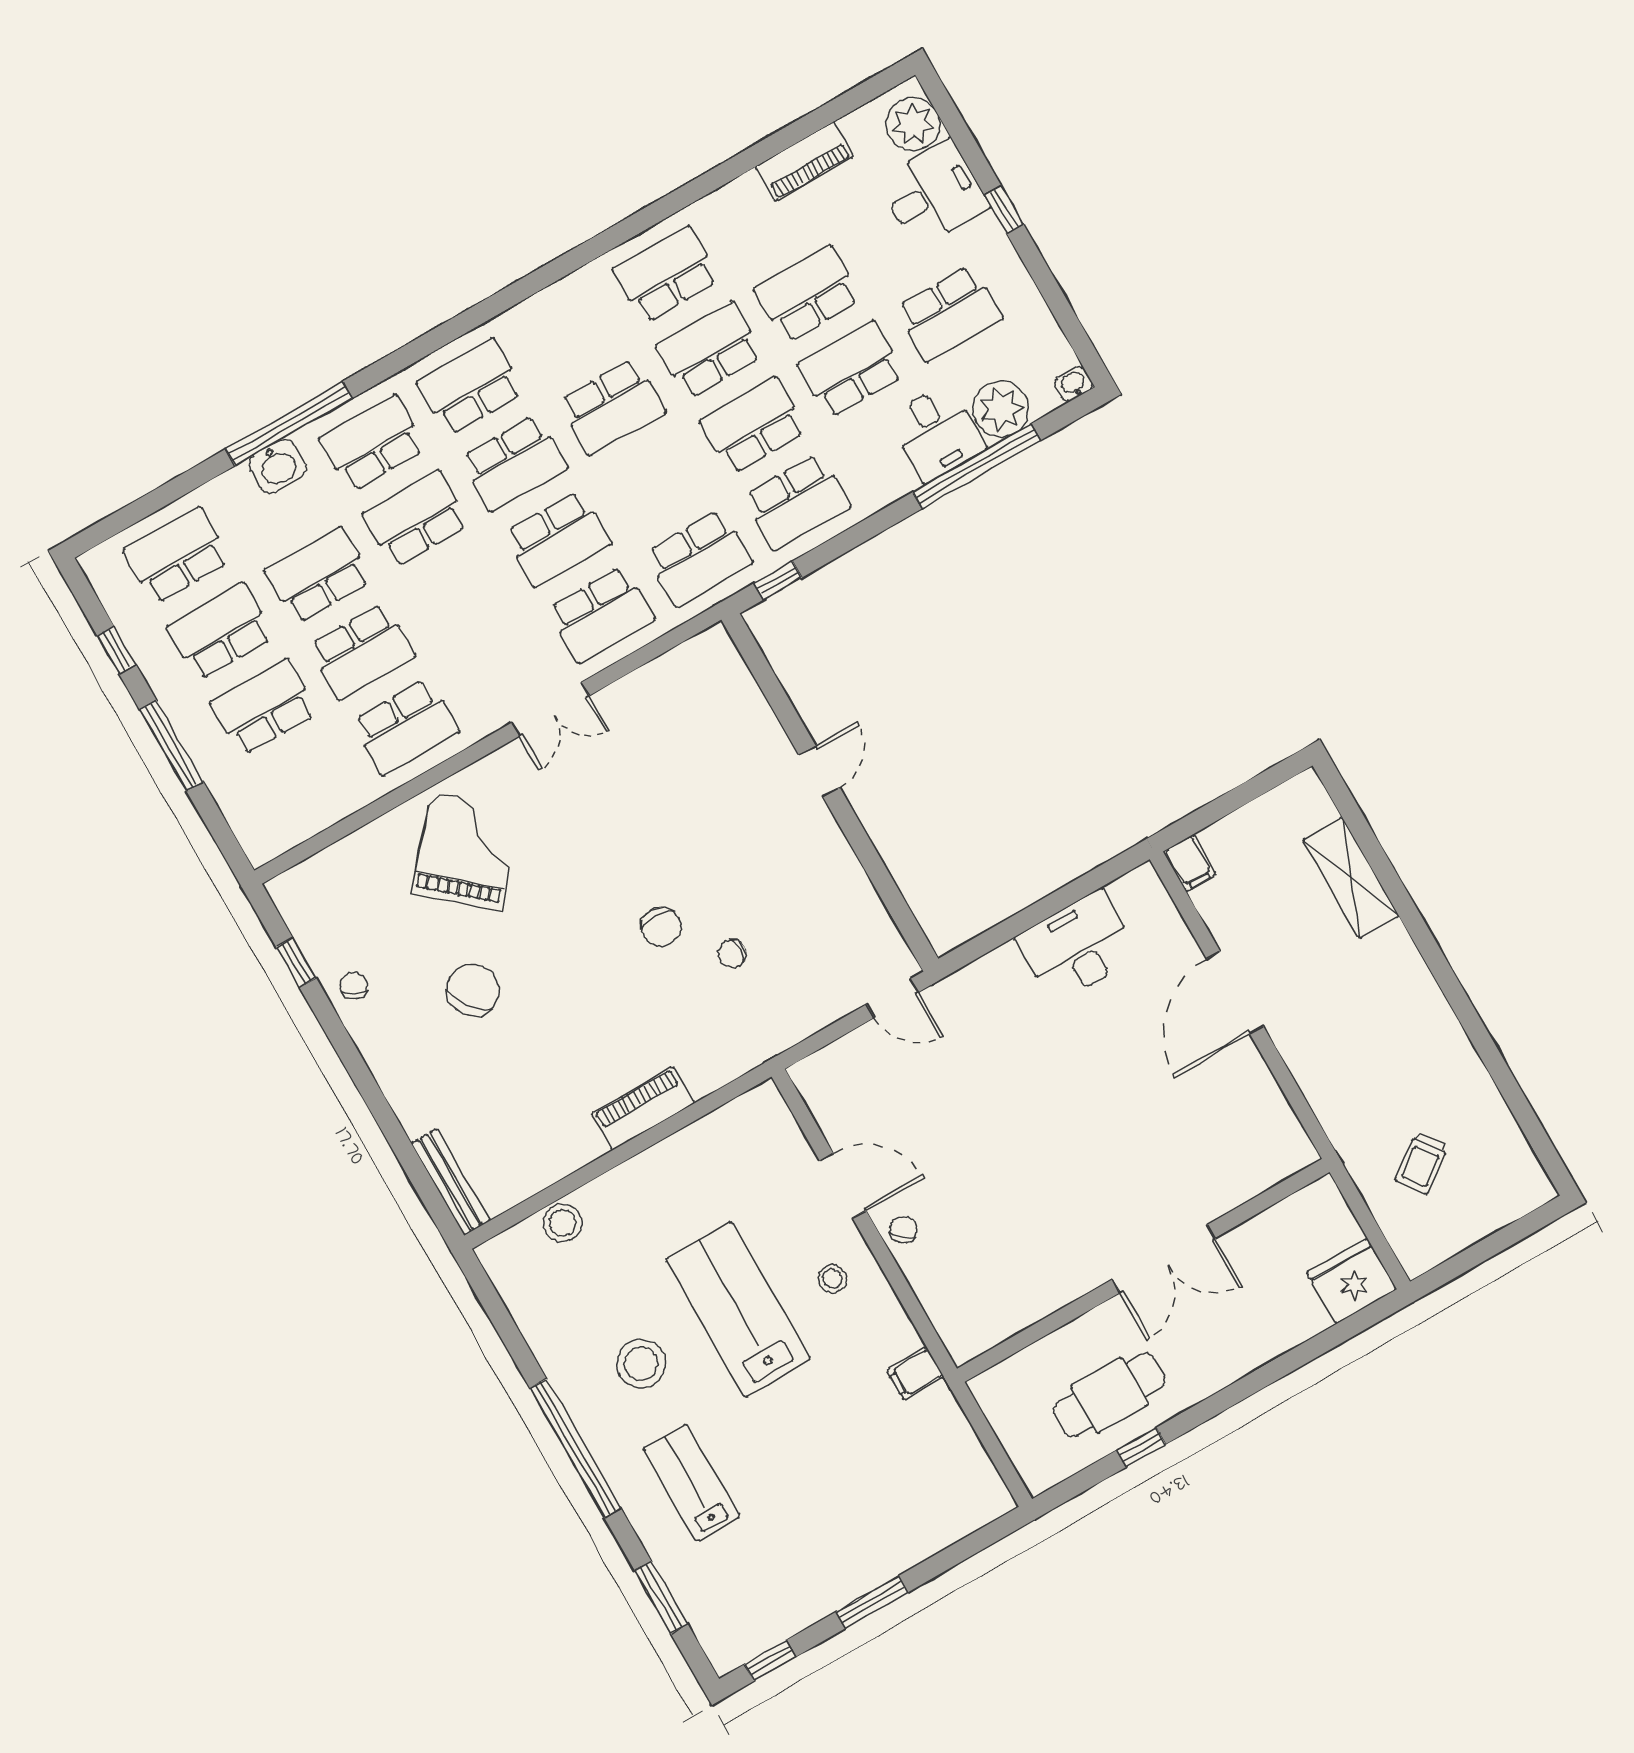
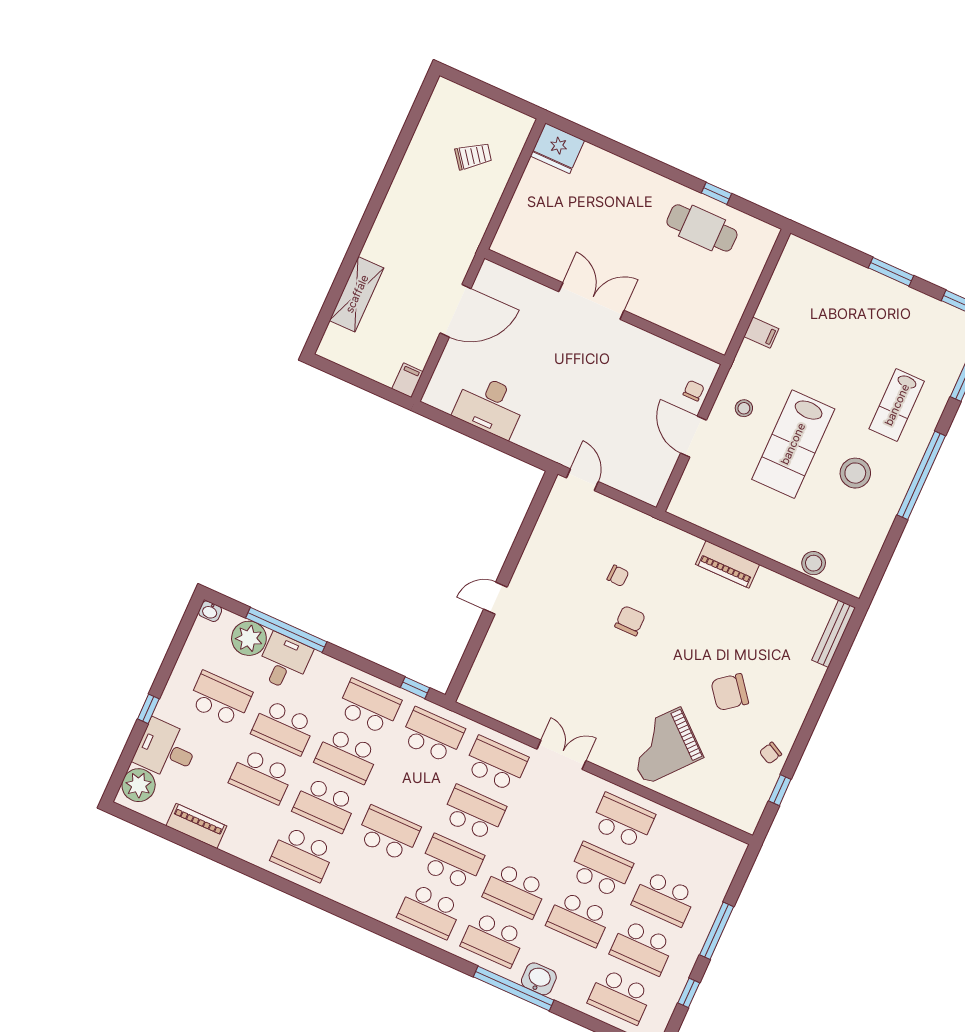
chair: (903, 1229) -> (694, 391), turned 140
double door: (1164, 1259) -> (591, 301), moved
wall: (1143, 1270) -> (605, 307), moved

